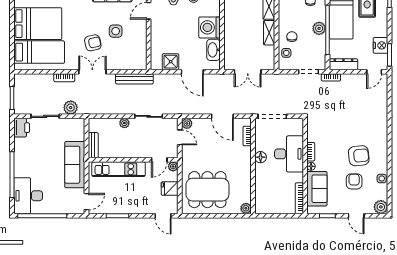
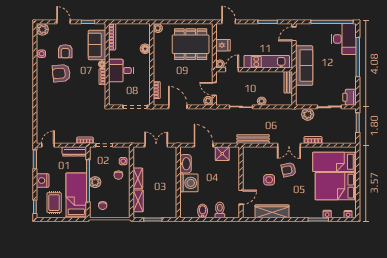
nightstand: (381, 45) -> (43, 181), moved
desk: (289, 154) -> (121, 71), width x0.73
floor lamp: (261, 157) -> (145, 49), moved

